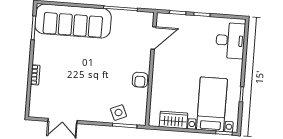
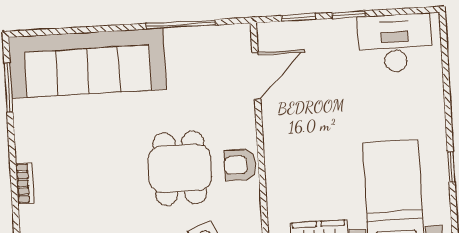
desk: (230, 40) -> (395, 43), moved, turned -90
dining table: (111, 78) -> (180, 168), added
armchair: (140, 80) -> (240, 165), turned 90

